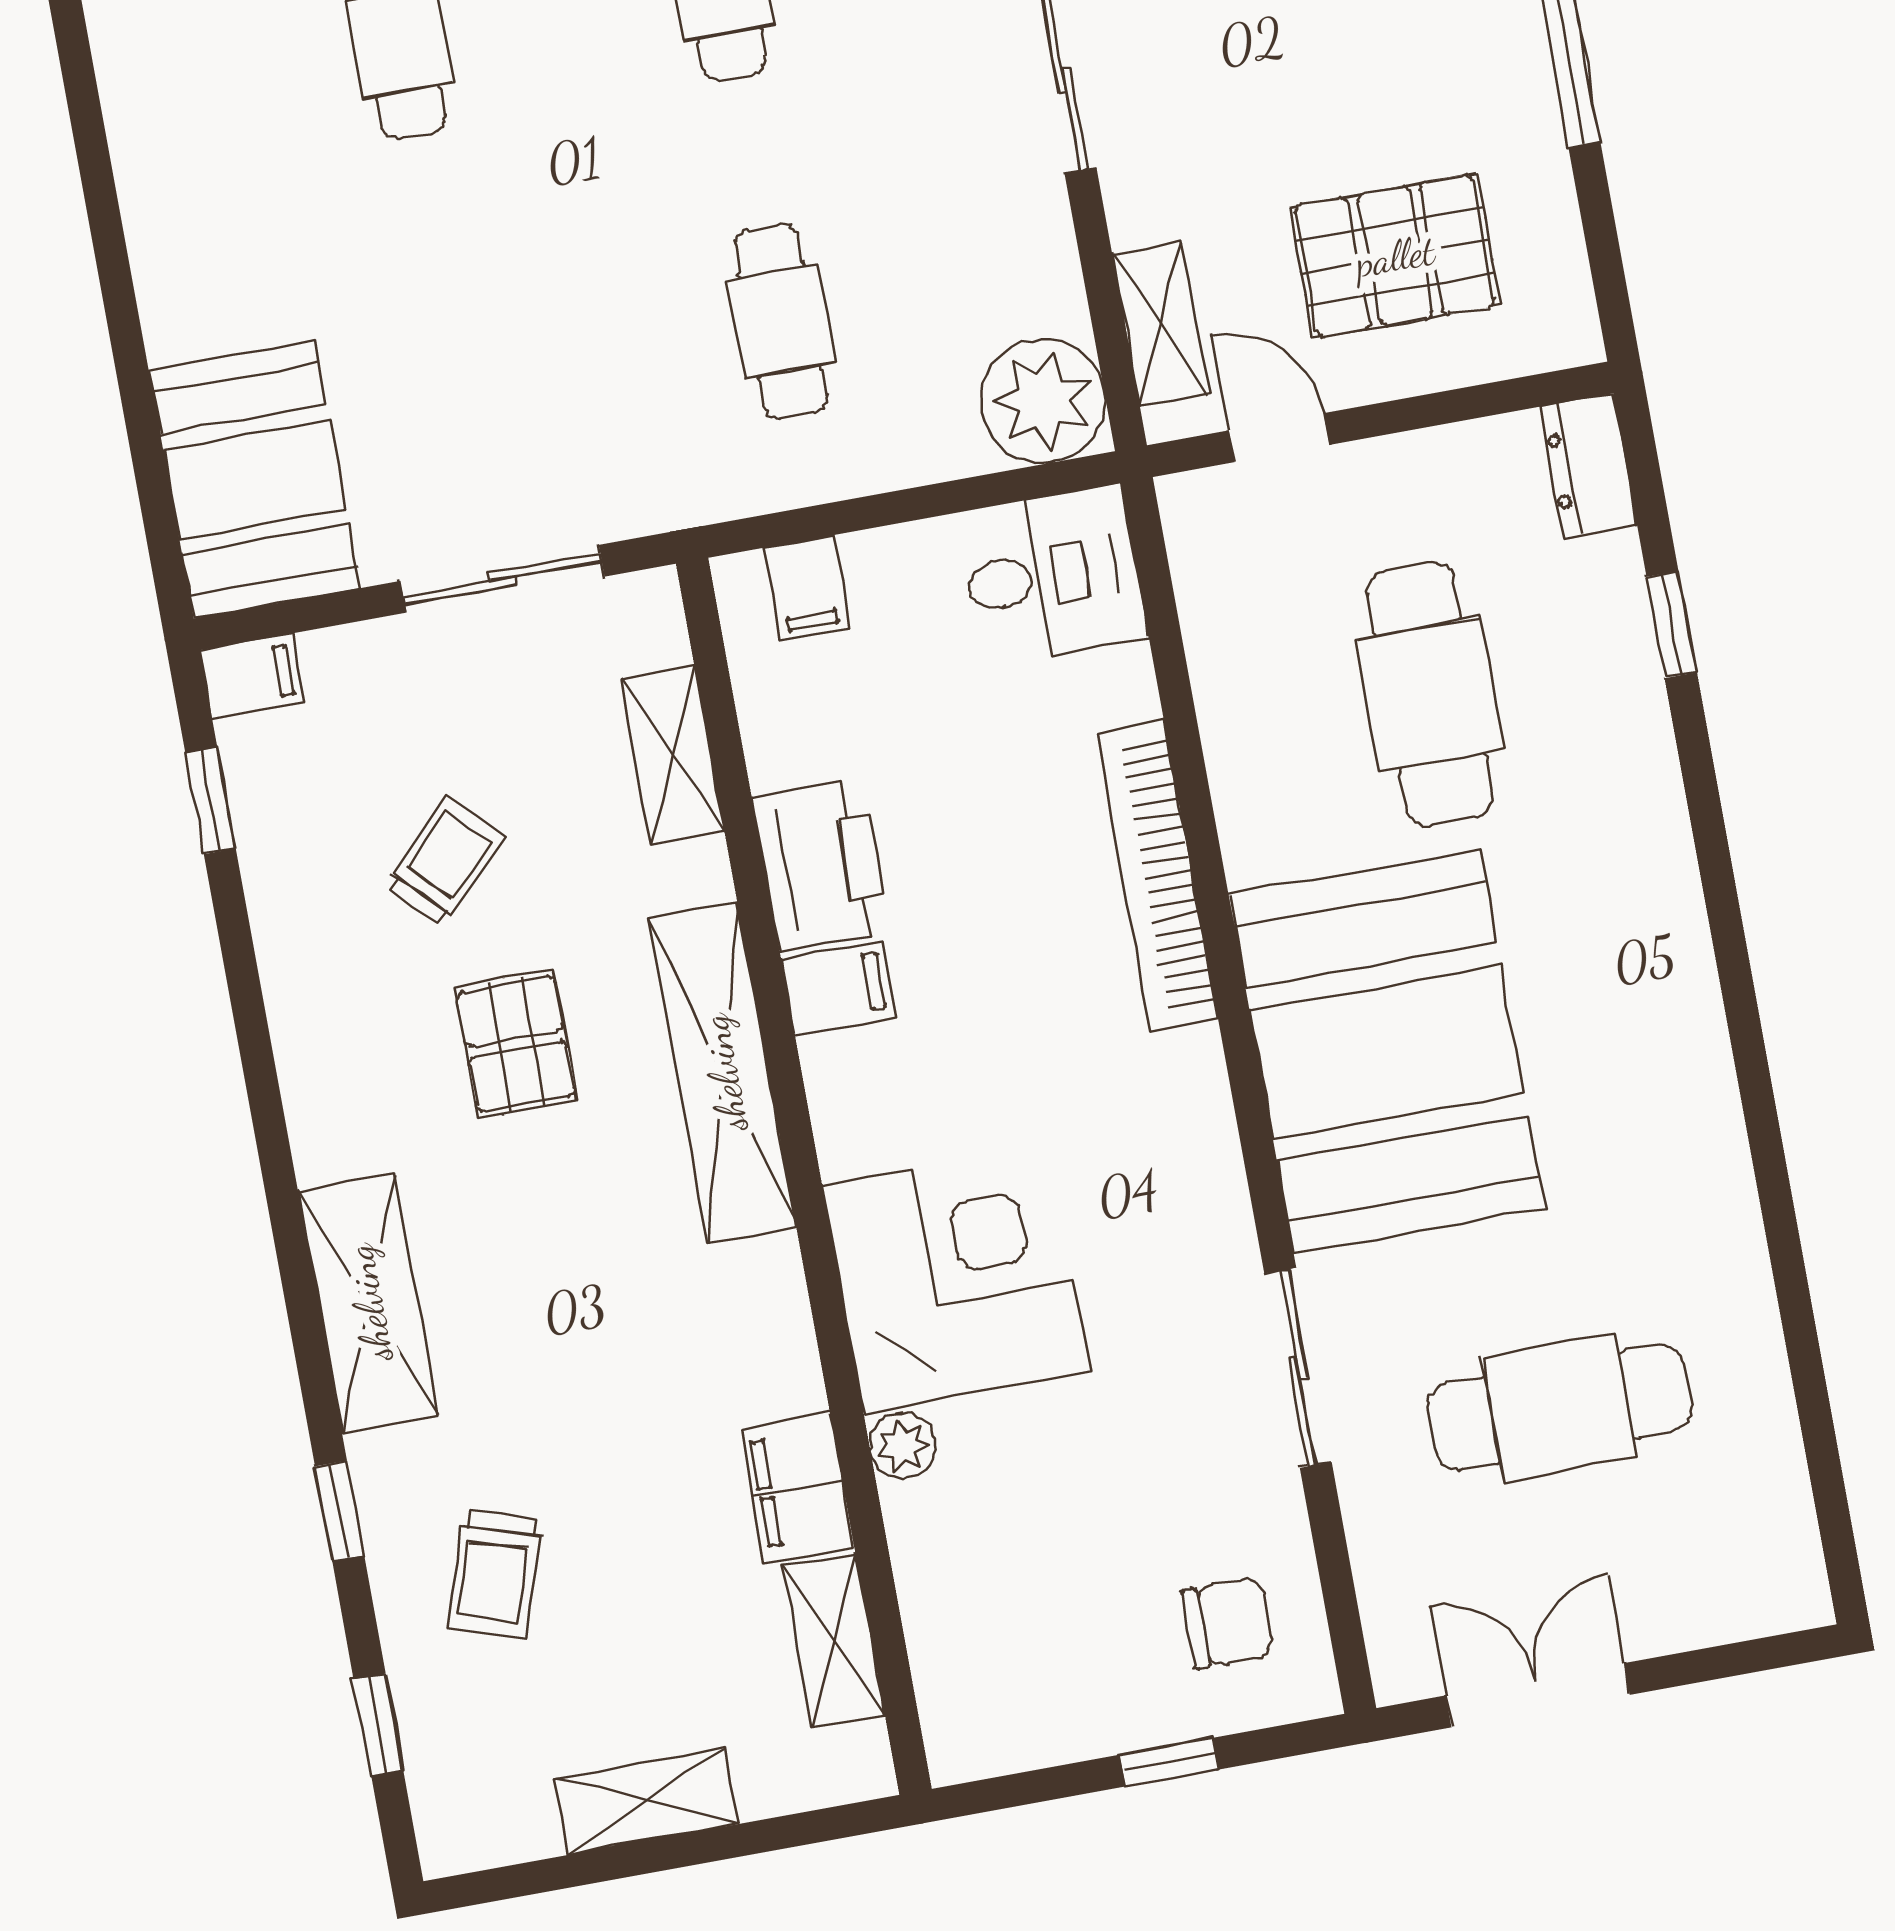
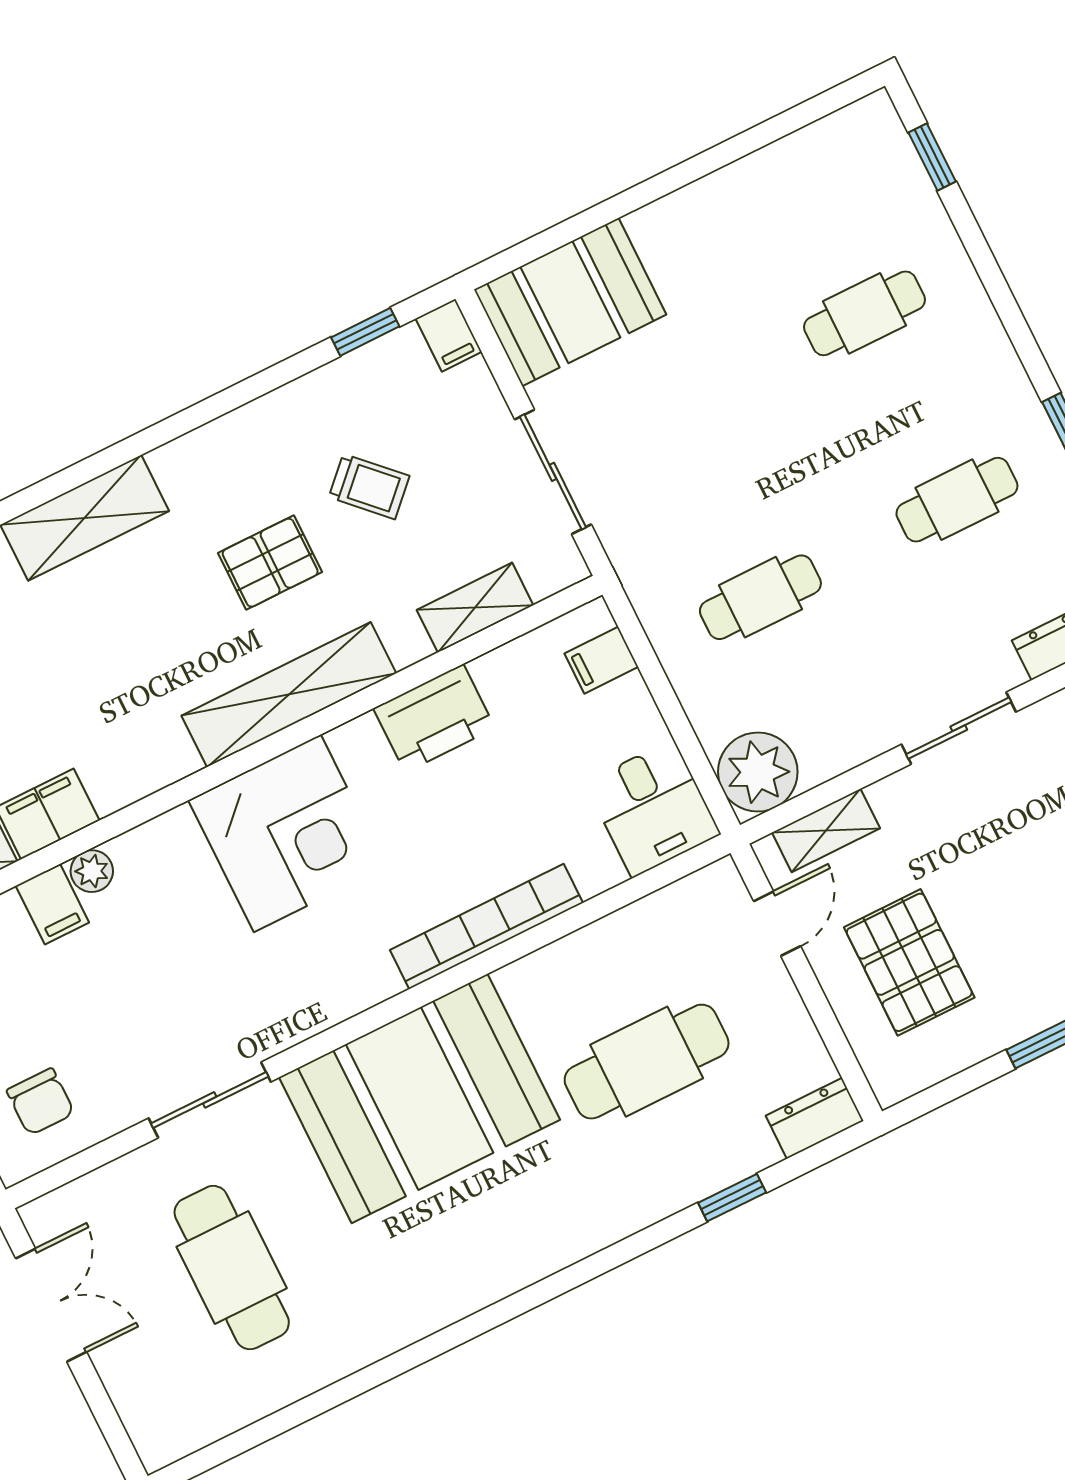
filing cabinet: (838, 988) -> (52, 904), moved
corner desk: (956, 1278) -> (287, 833), moved

